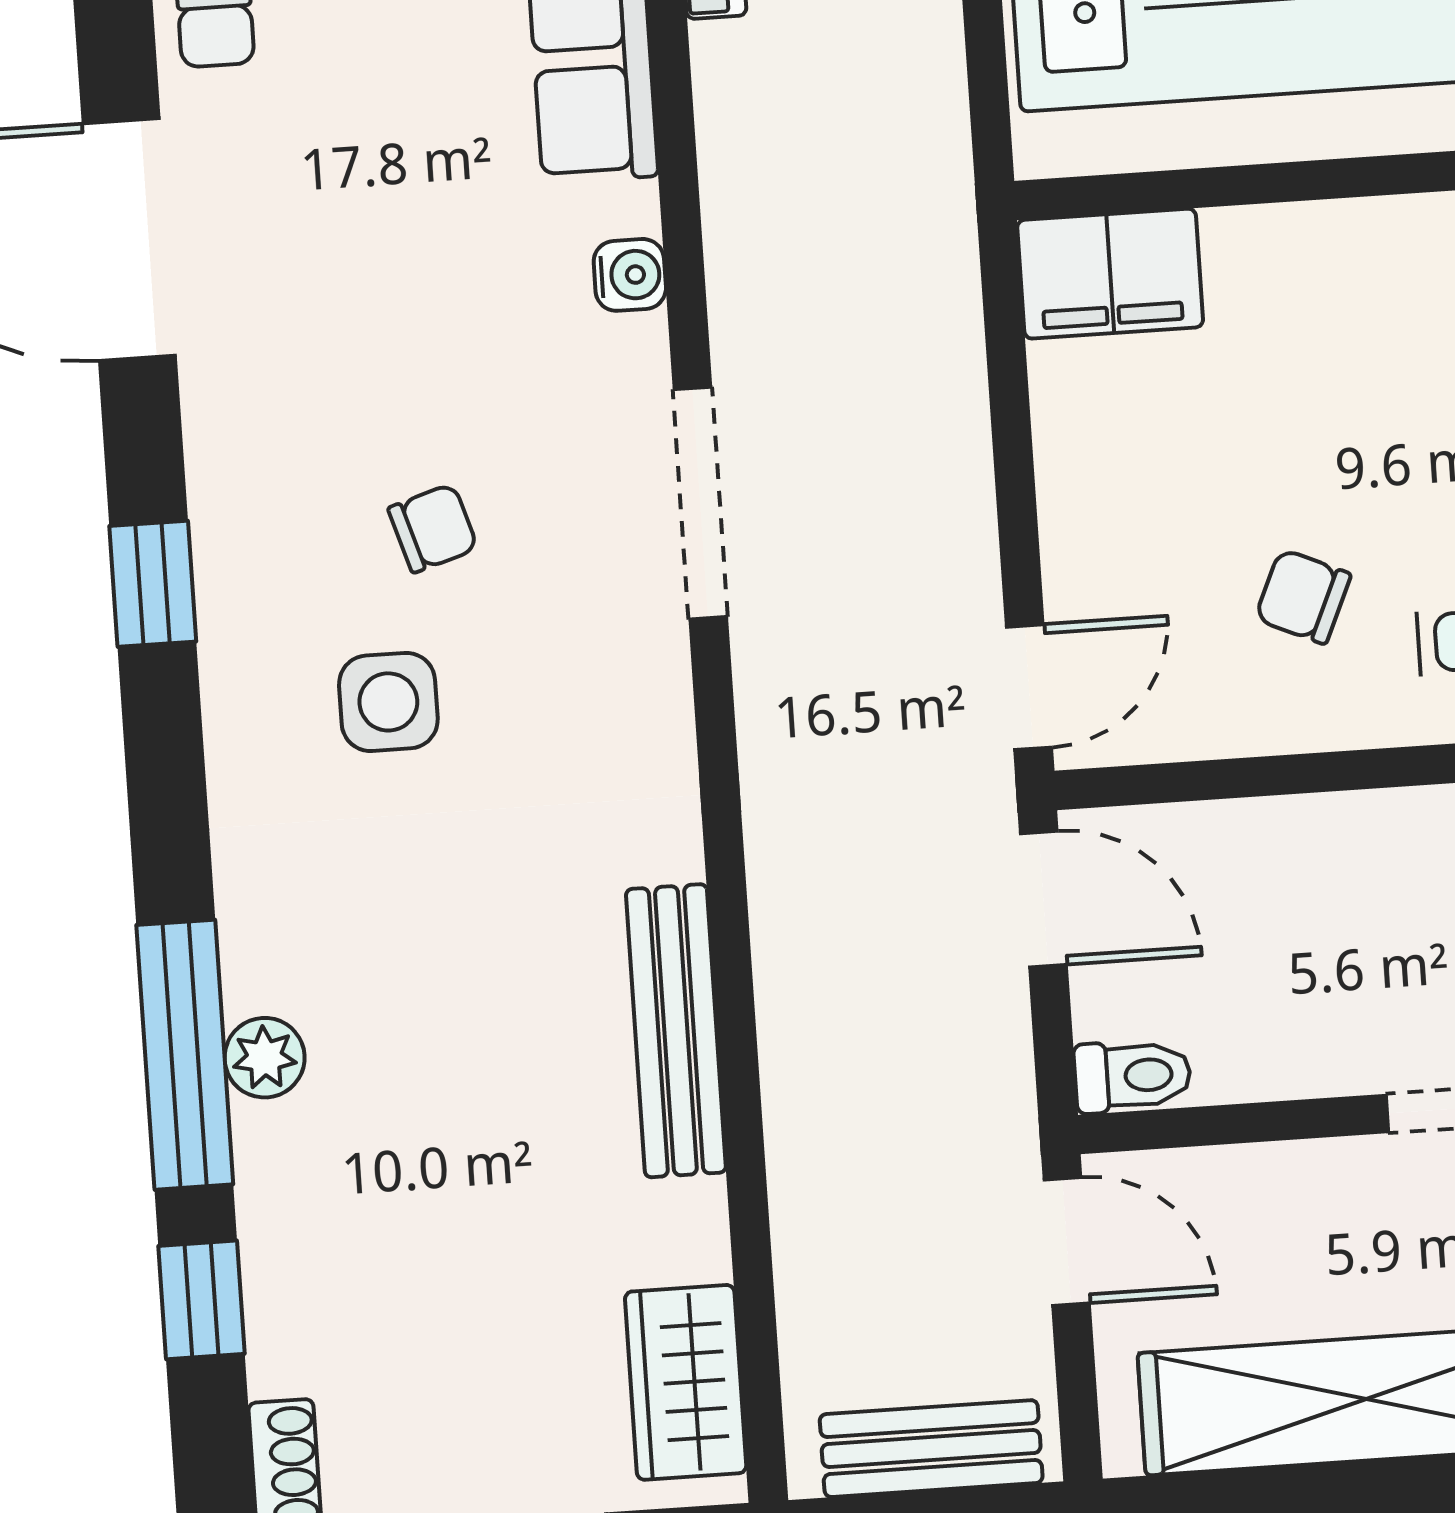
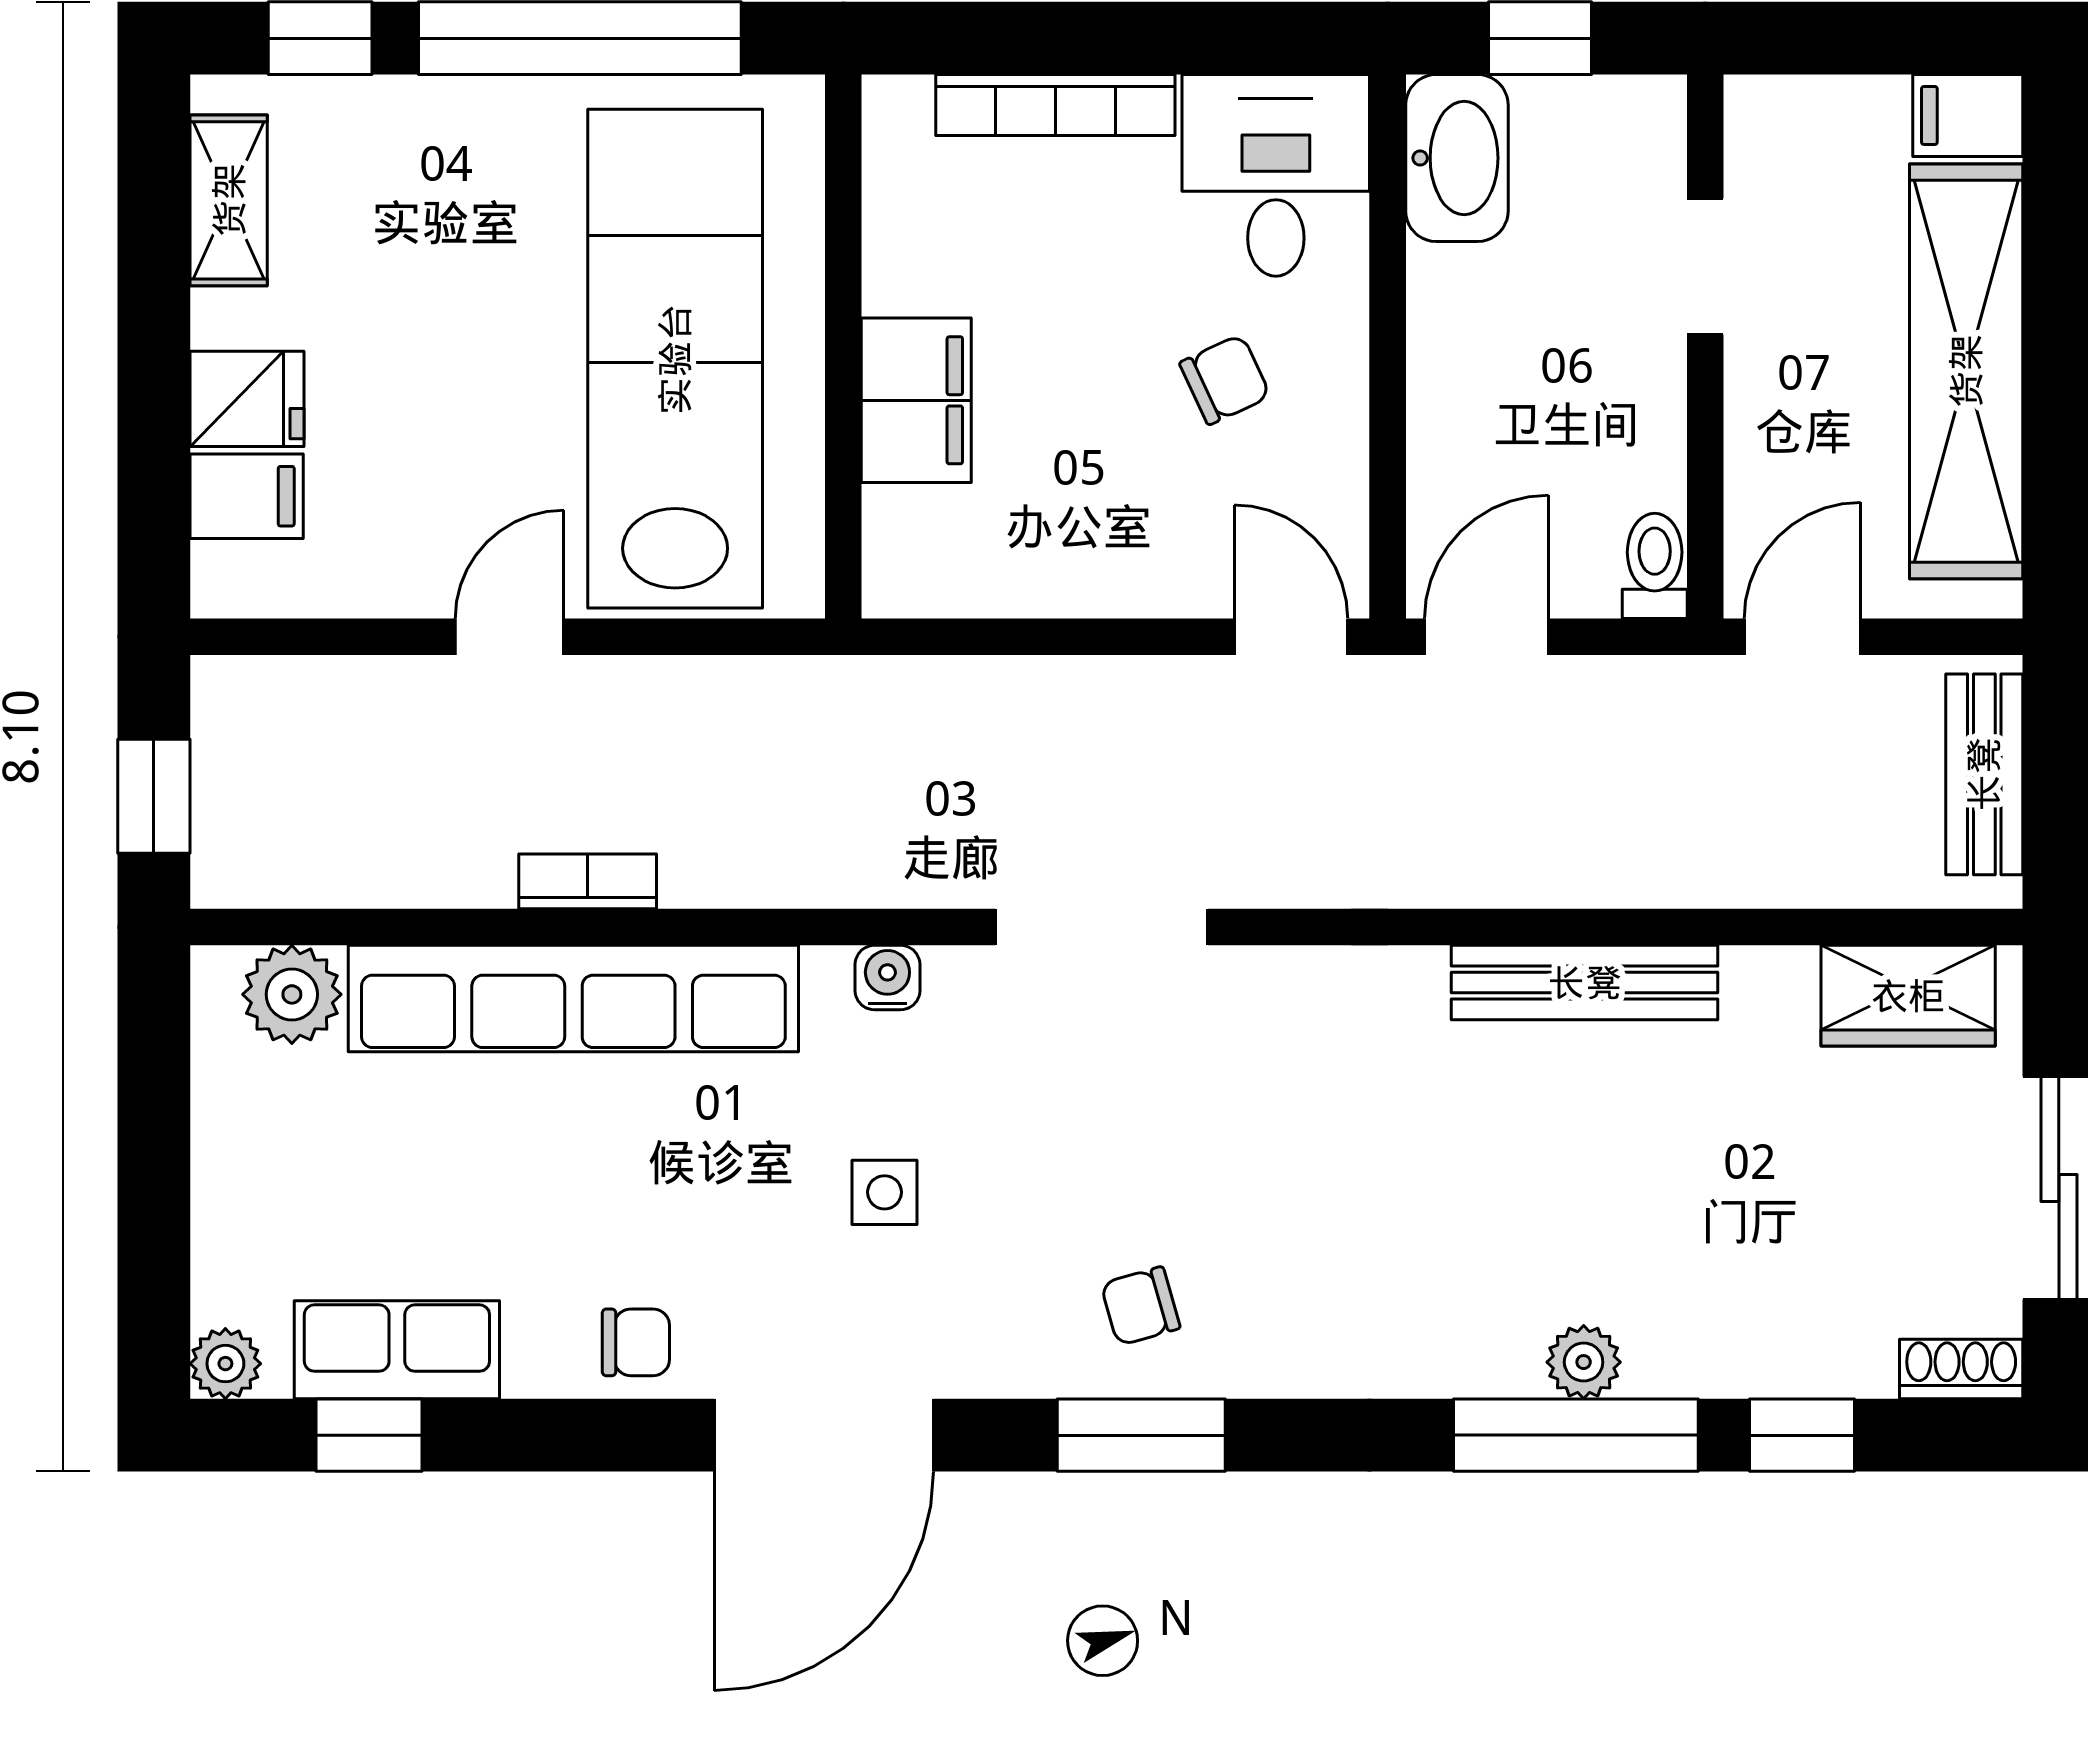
filing cabinet: (1110, 274) -> (916, 400), moved
chair: (433, 528) -> (1140, 1306), moved, turned -89
window: (153, 584) -> (1141, 1435), width x1.50
chair: (1303, 597) -> (1225, 379), turned -139
side table: (388, 702) -> (885, 1192), moved, width x0.73, depth x0.73

